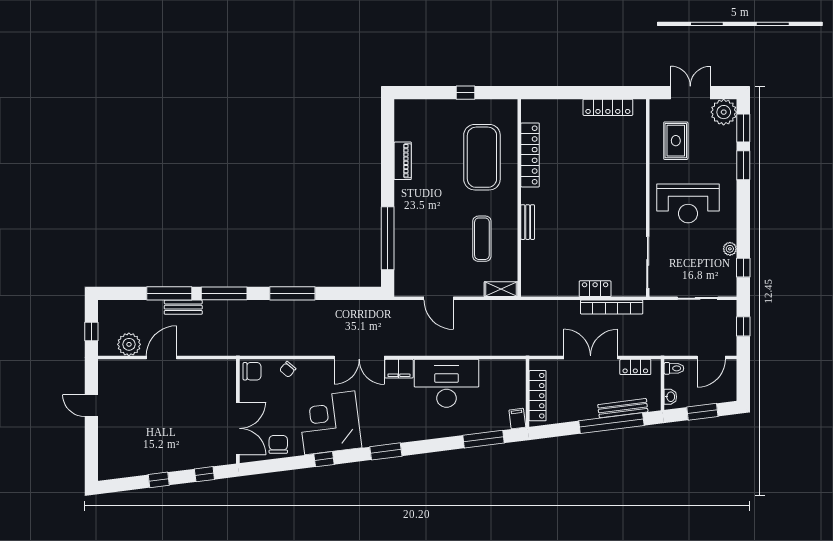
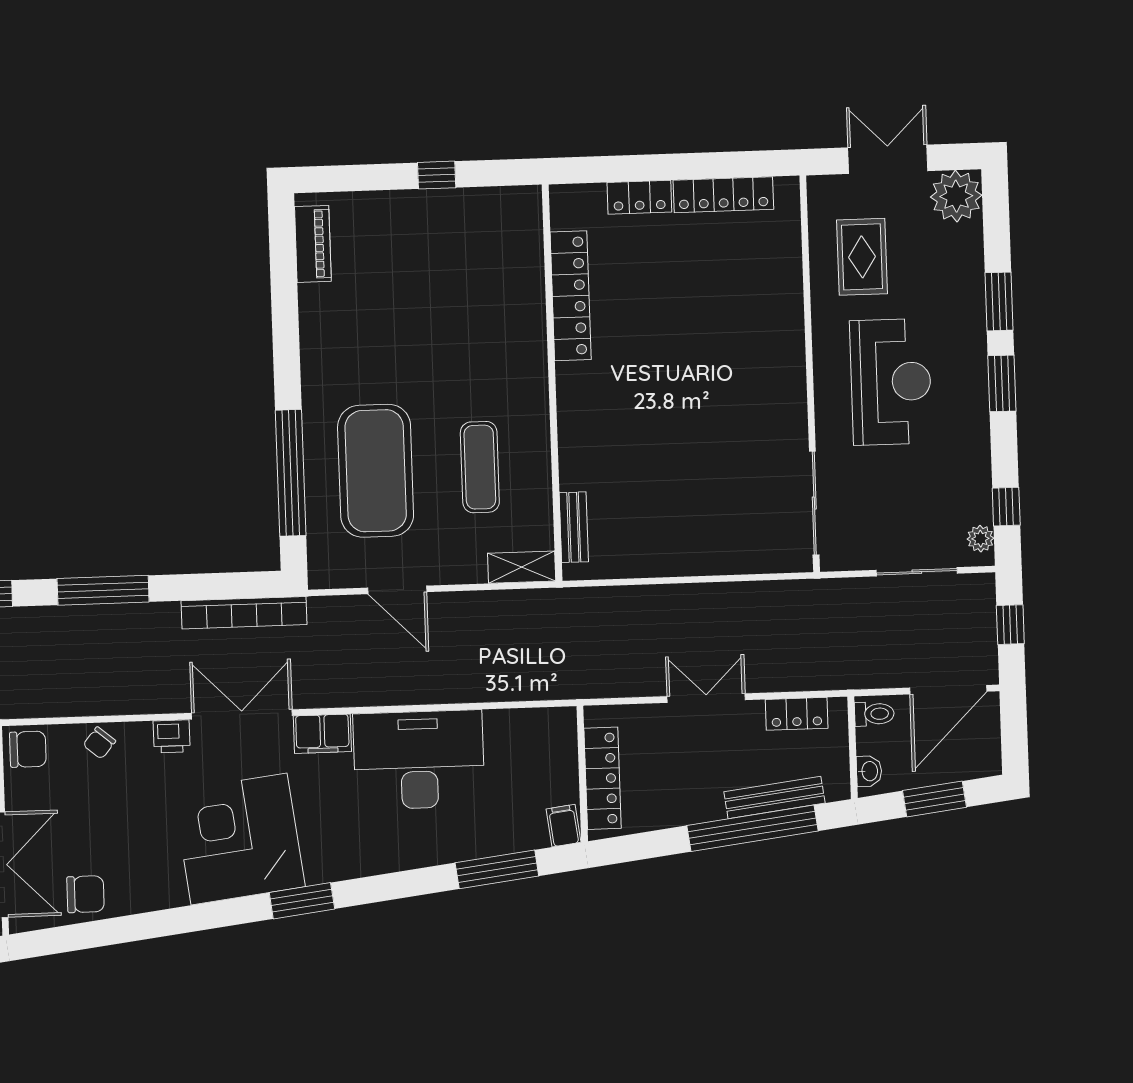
window: (743, 128) -> (1002, 383), moved
exercise mat: (482, 157) -> (376, 471), moved
piano: (403, 161) -> (313, 244), moved
reception desk: (688, 203) -> (891, 382), turned -90
bench: (528, 222) -> (574, 527), moved
plant: (730, 249) -> (980, 539), moved
locker: (595, 289) -> (639, 197), moved, turned 180
bookcase: (612, 307) -> (244, 613), moved
double door: (359, 358) -> (242, 714), swing flipped
double door: (591, 358) -> (706, 698), width x0.73
door: (711, 358) -> (948, 690), width x1.36
printer: (324, 367) -> (172, 736), added
corner desk: (330, 423) -> (239, 839), moved
chair: (278, 444) -> (85, 894), turned 90
window: (324, 459) -> (178, 921), removed

